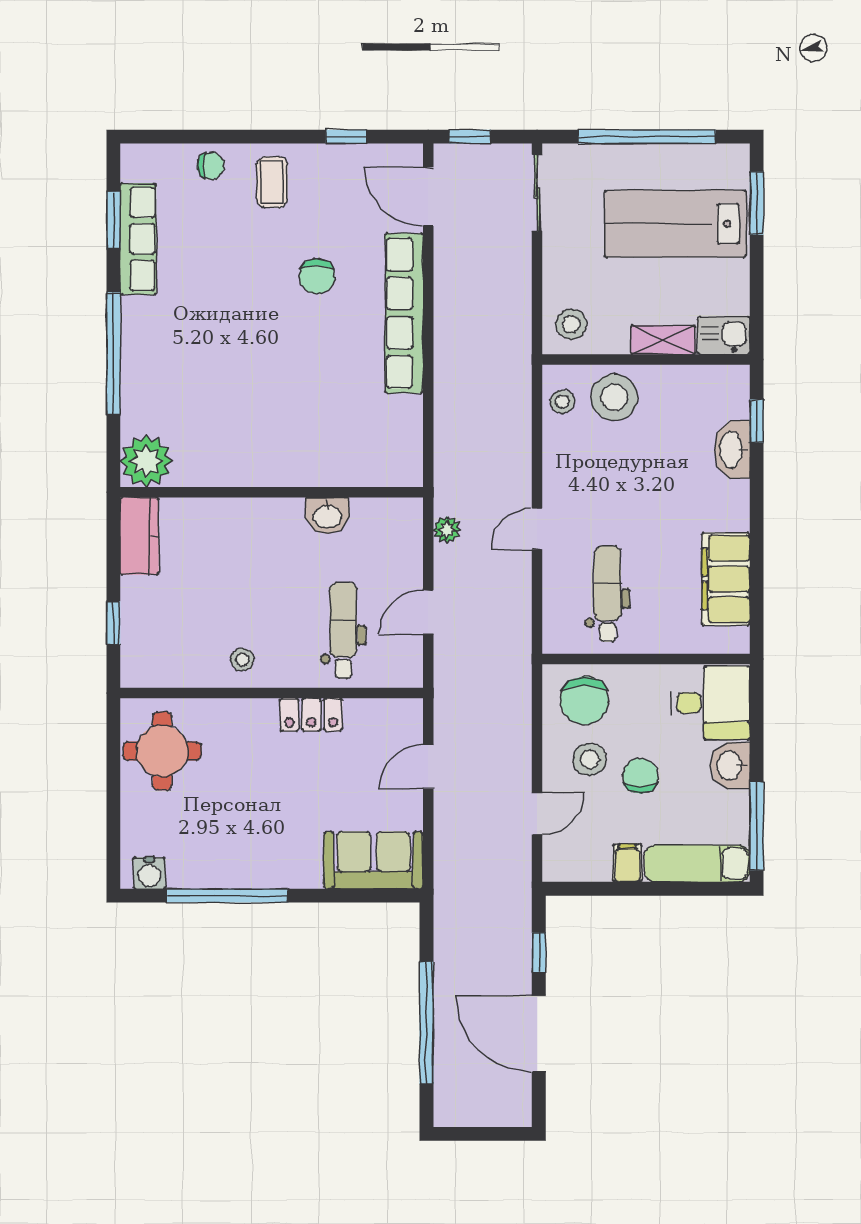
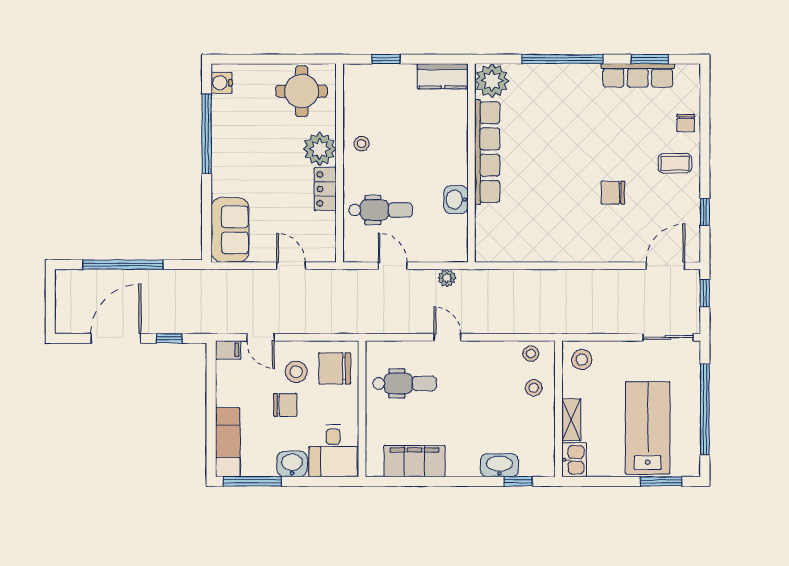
row of seats: (404, 313) -> (487, 152), moved, turned 90
stool: (614, 397) -> (534, 388), width x0.53, depth x0.53
plant: (250, 724) -> (320, 149), added
filing cabinet: (628, 863) -> (228, 350), moved

